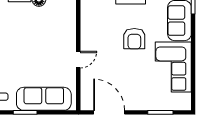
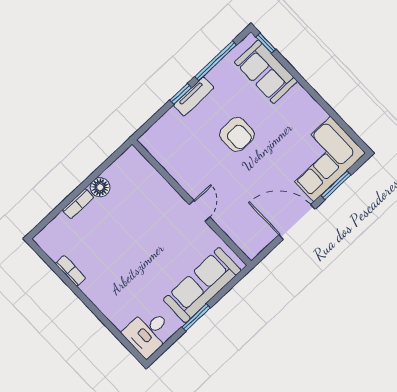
corner sofa: (173, 67) -> (322, 159), moved, turned 90
door: (109, 112) -> (297, 222), moved

